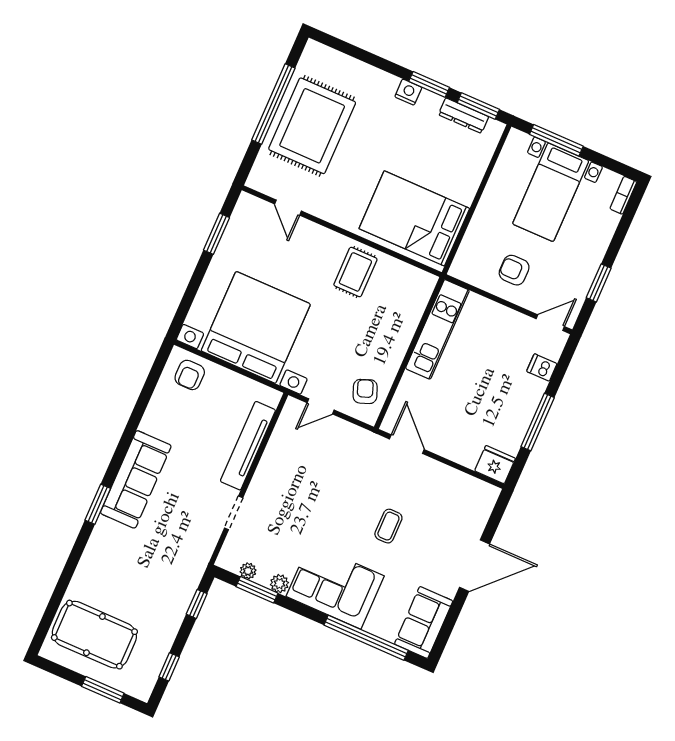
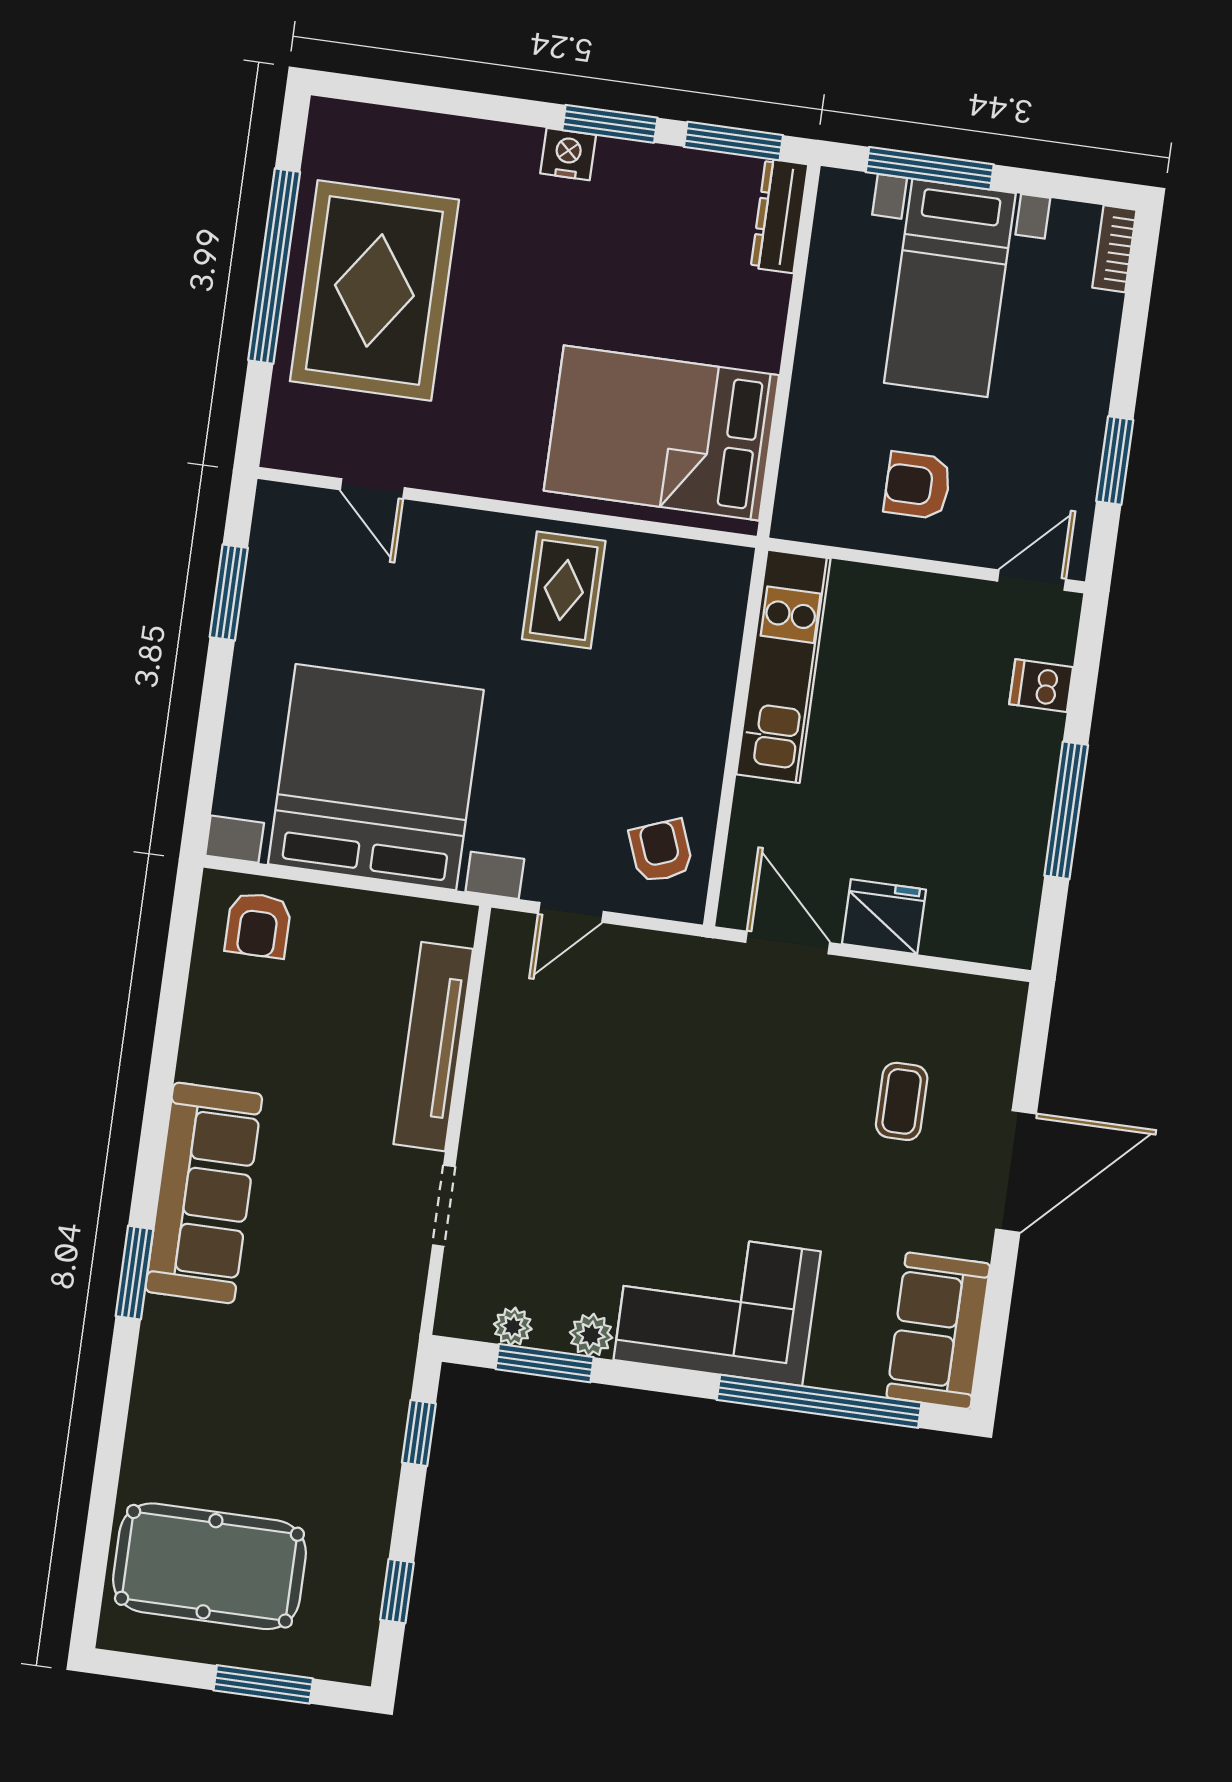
dresser: (464, 116) -> (780, 216), moved, turned 90
fridge: (495, 465) -> (884, 917), moved
coffee table: (388, 526) -> (902, 1101), moved

